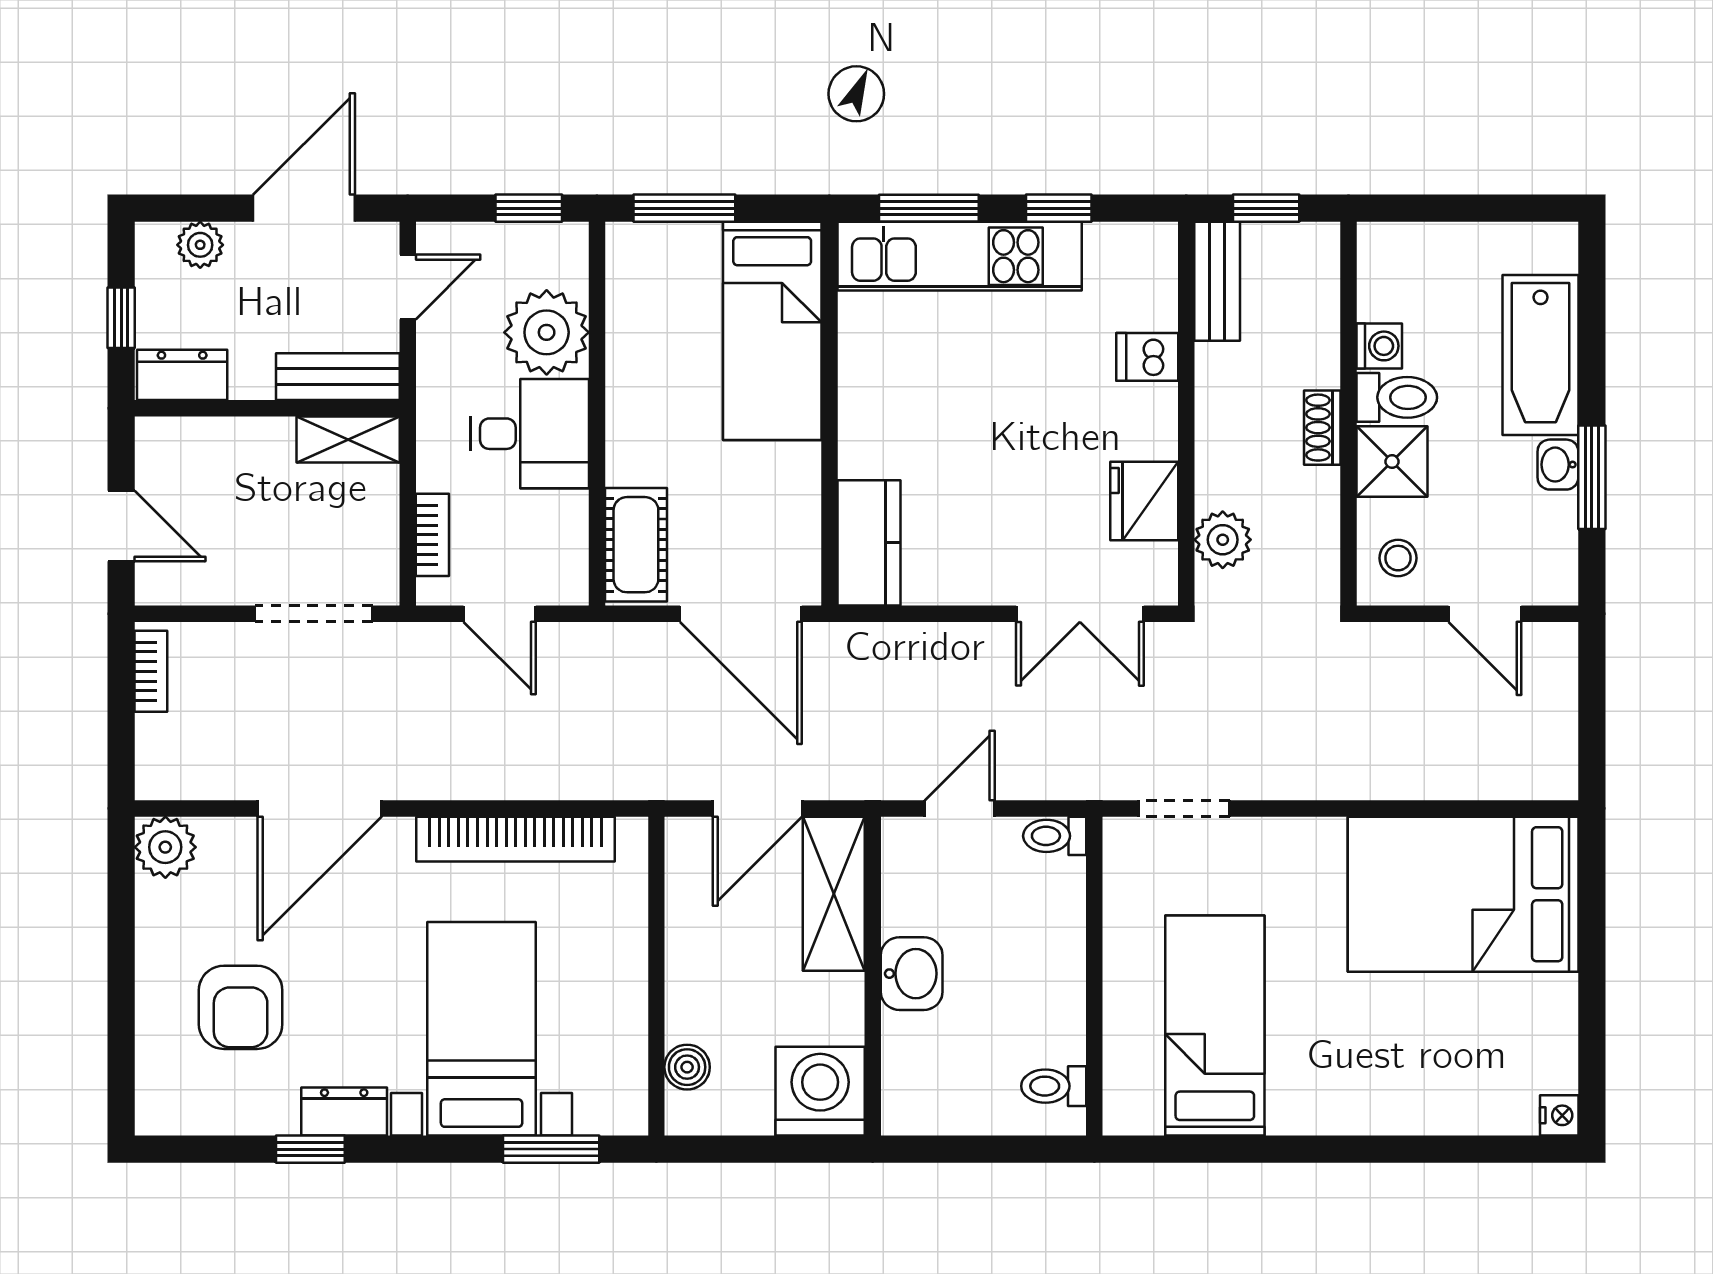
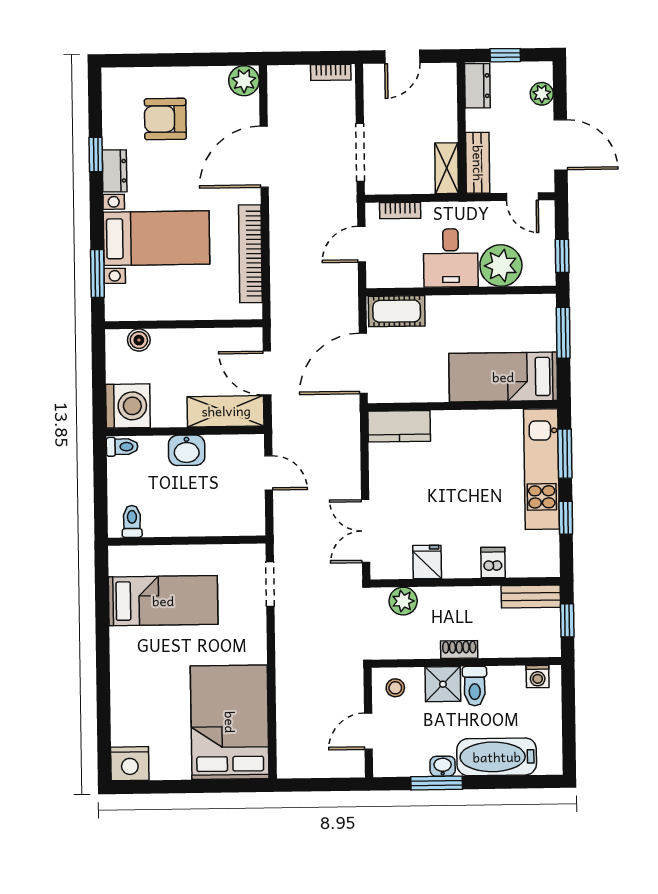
washing machine: (1379, 346) -> (538, 677), moved
fridge: (1144, 501) -> (427, 562), width x0.72
door: (320, 808) -> (264, 157), hinge flipped
toilet: (1055, 836) -> (122, 447), moved, turned 90
nightstand: (1559, 1115) -> (130, 764), width x1.89, depth x1.79

